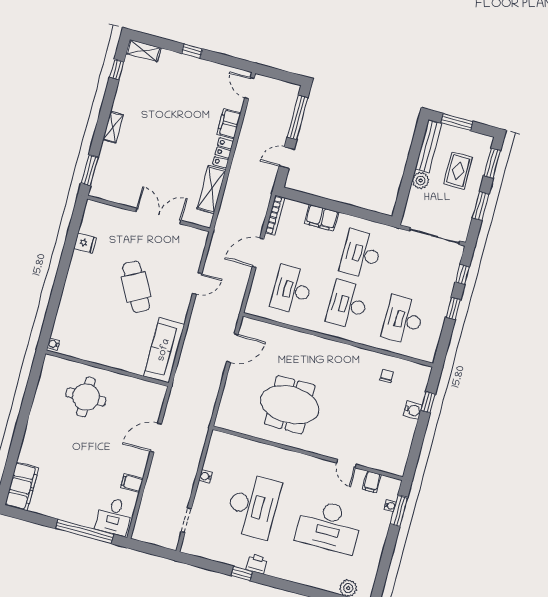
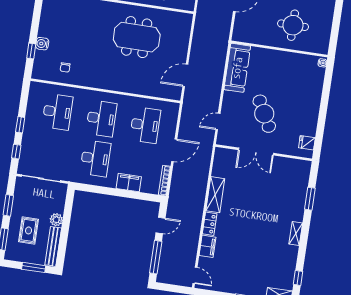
wall: (149, 214) -> (264, 153), moved
double door: (158, 216) -> (256, 152), moved

